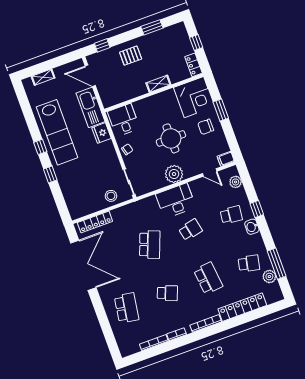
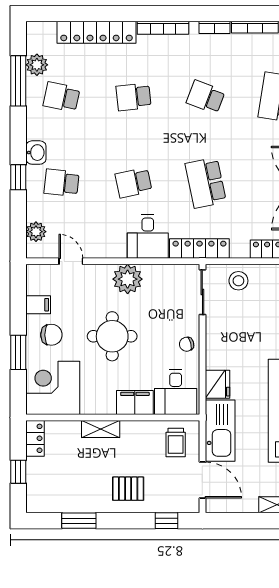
trolley: (113, 91) -> (176, 443), added
filing cabinet: (144, 106) -> (135, 402), added
filing cabinet: (226, 159) -> (38, 305), moved
desk: (176, 201) -> (148, 236), width x0.73
locker: (140, 206) -> (199, 249), added
school desk: (150, 245) -> (206, 183), turned -33
school desk: (208, 278) -> (134, 97), width x0.54

